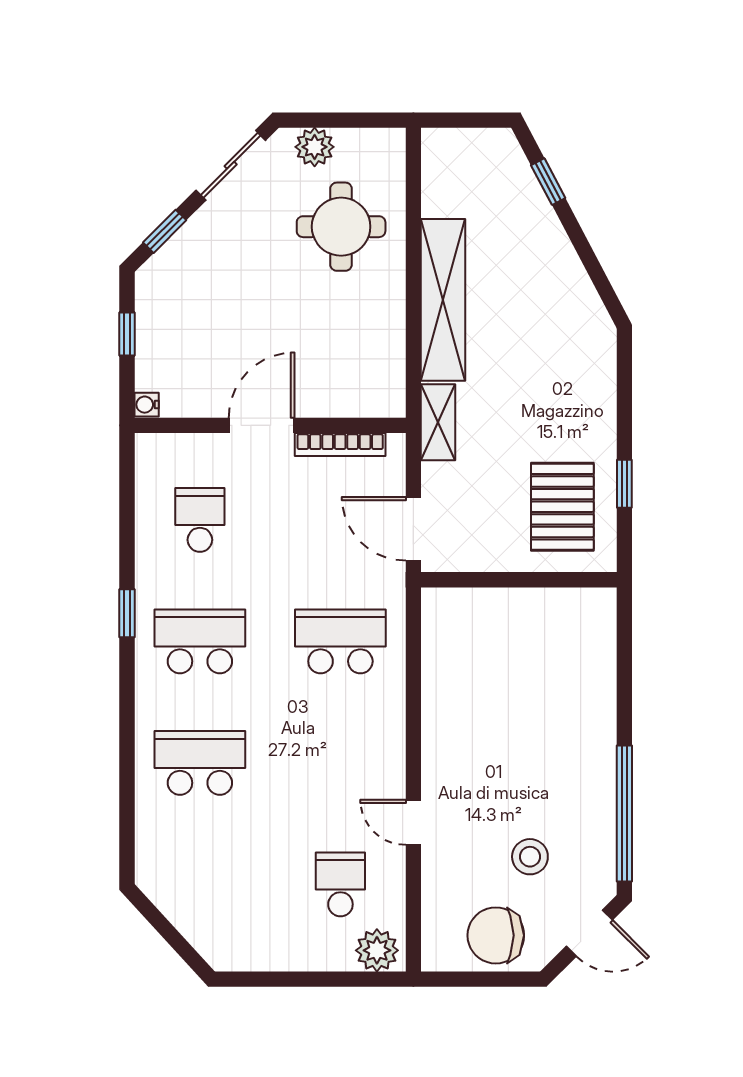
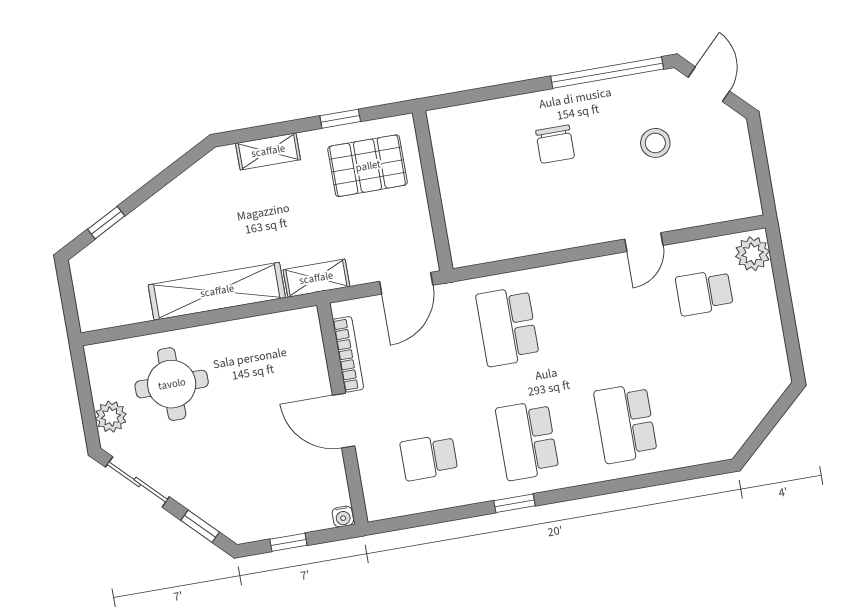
shelving: (600, 390) -> (268, 151), added
chair: (496, 935) -> (555, 144), moved, width x0.73, depth x0.73

